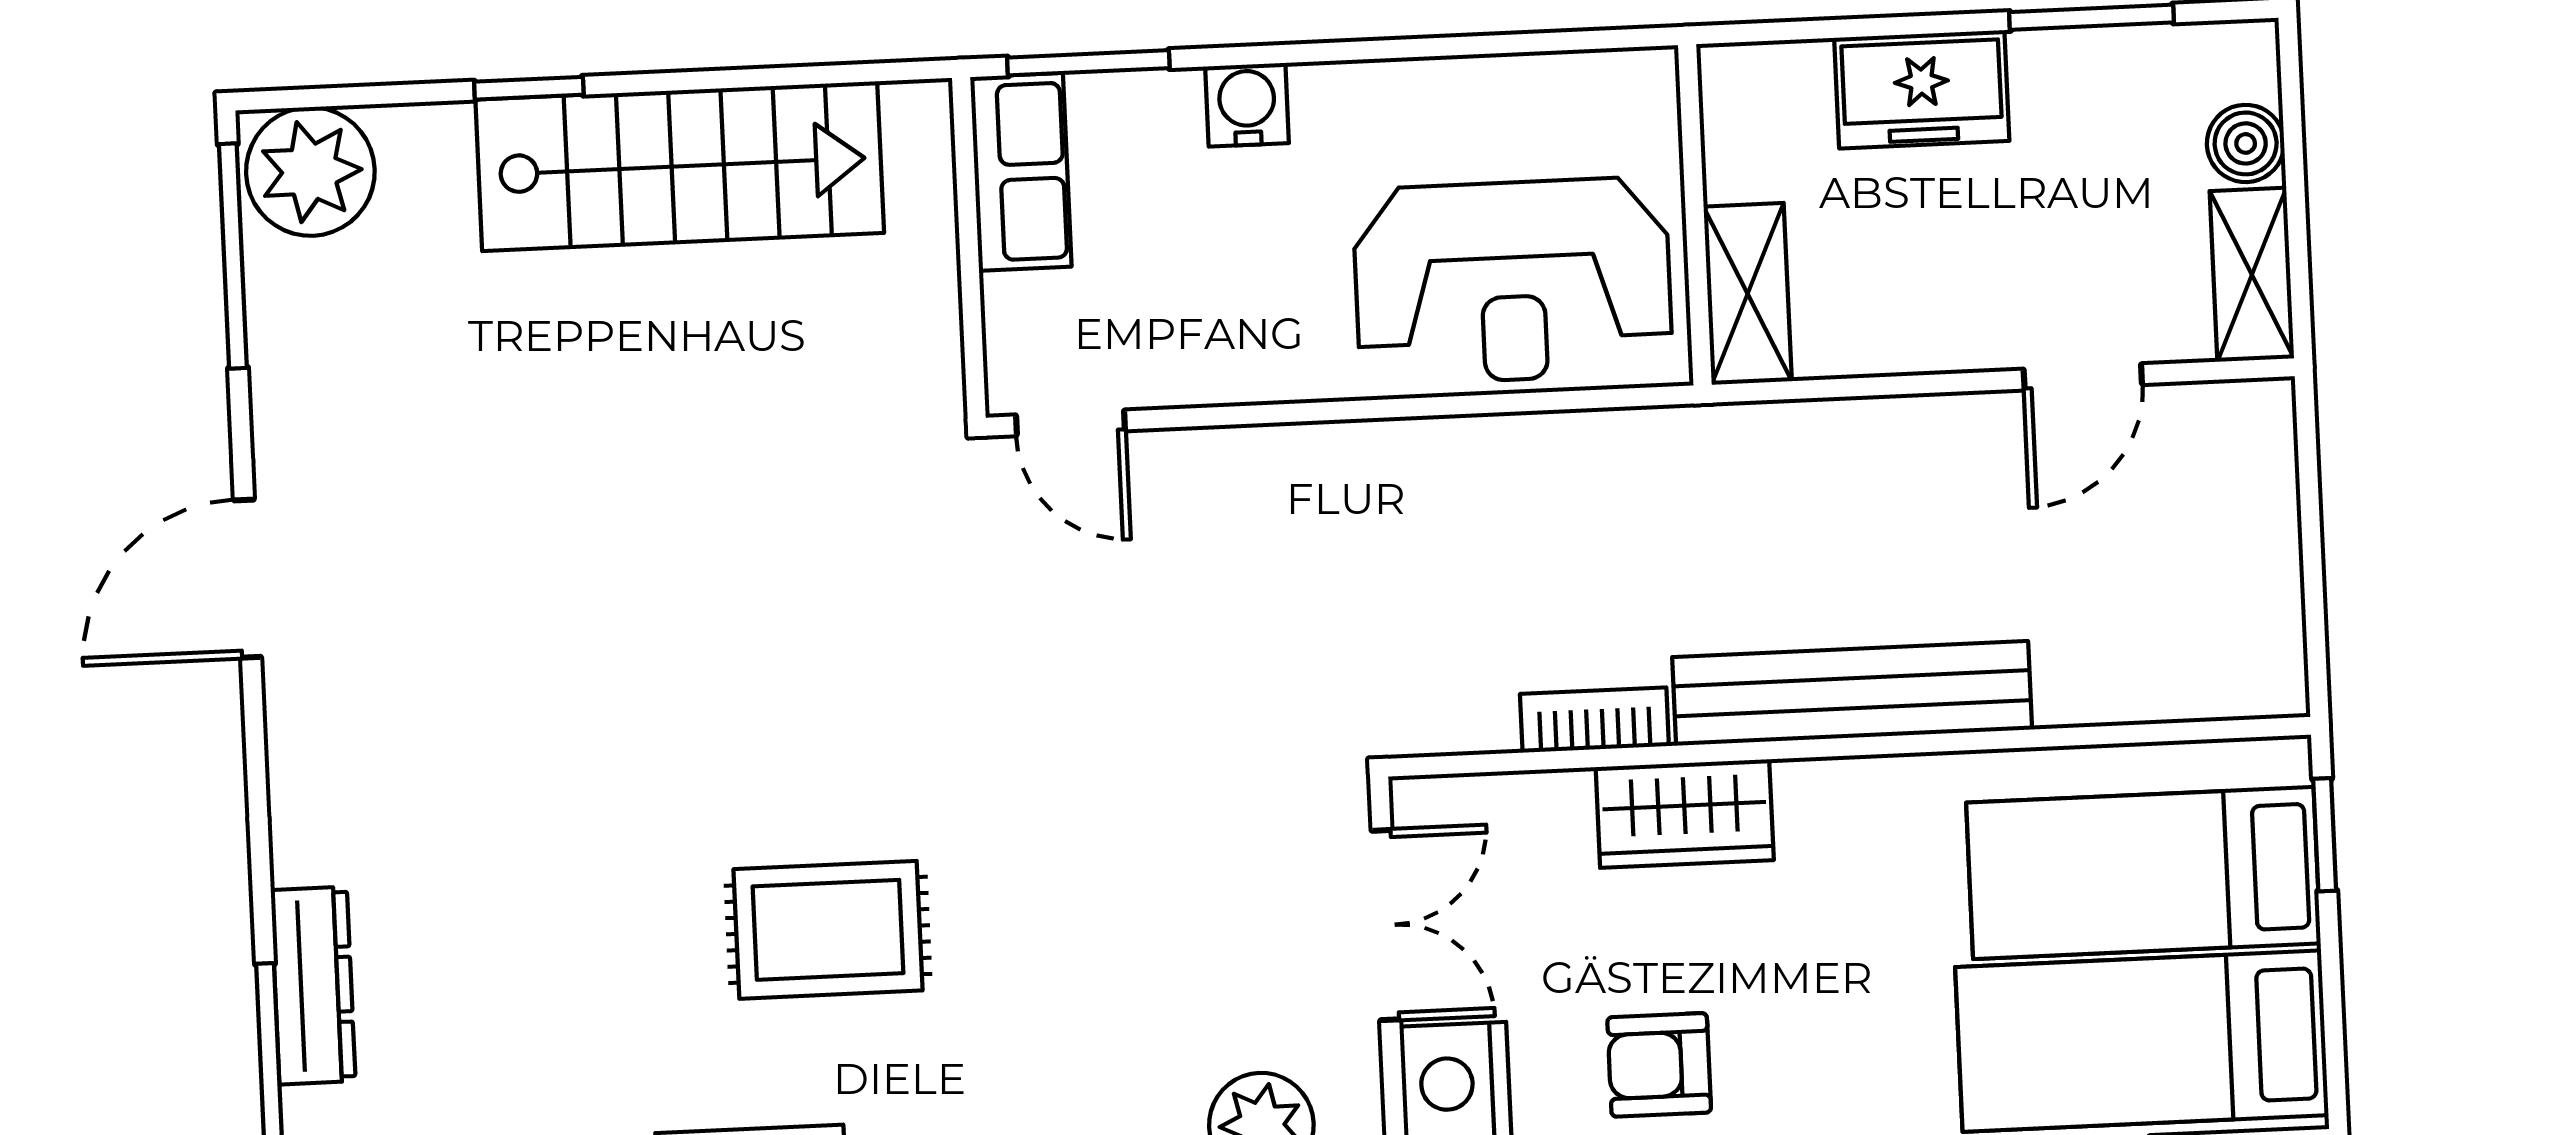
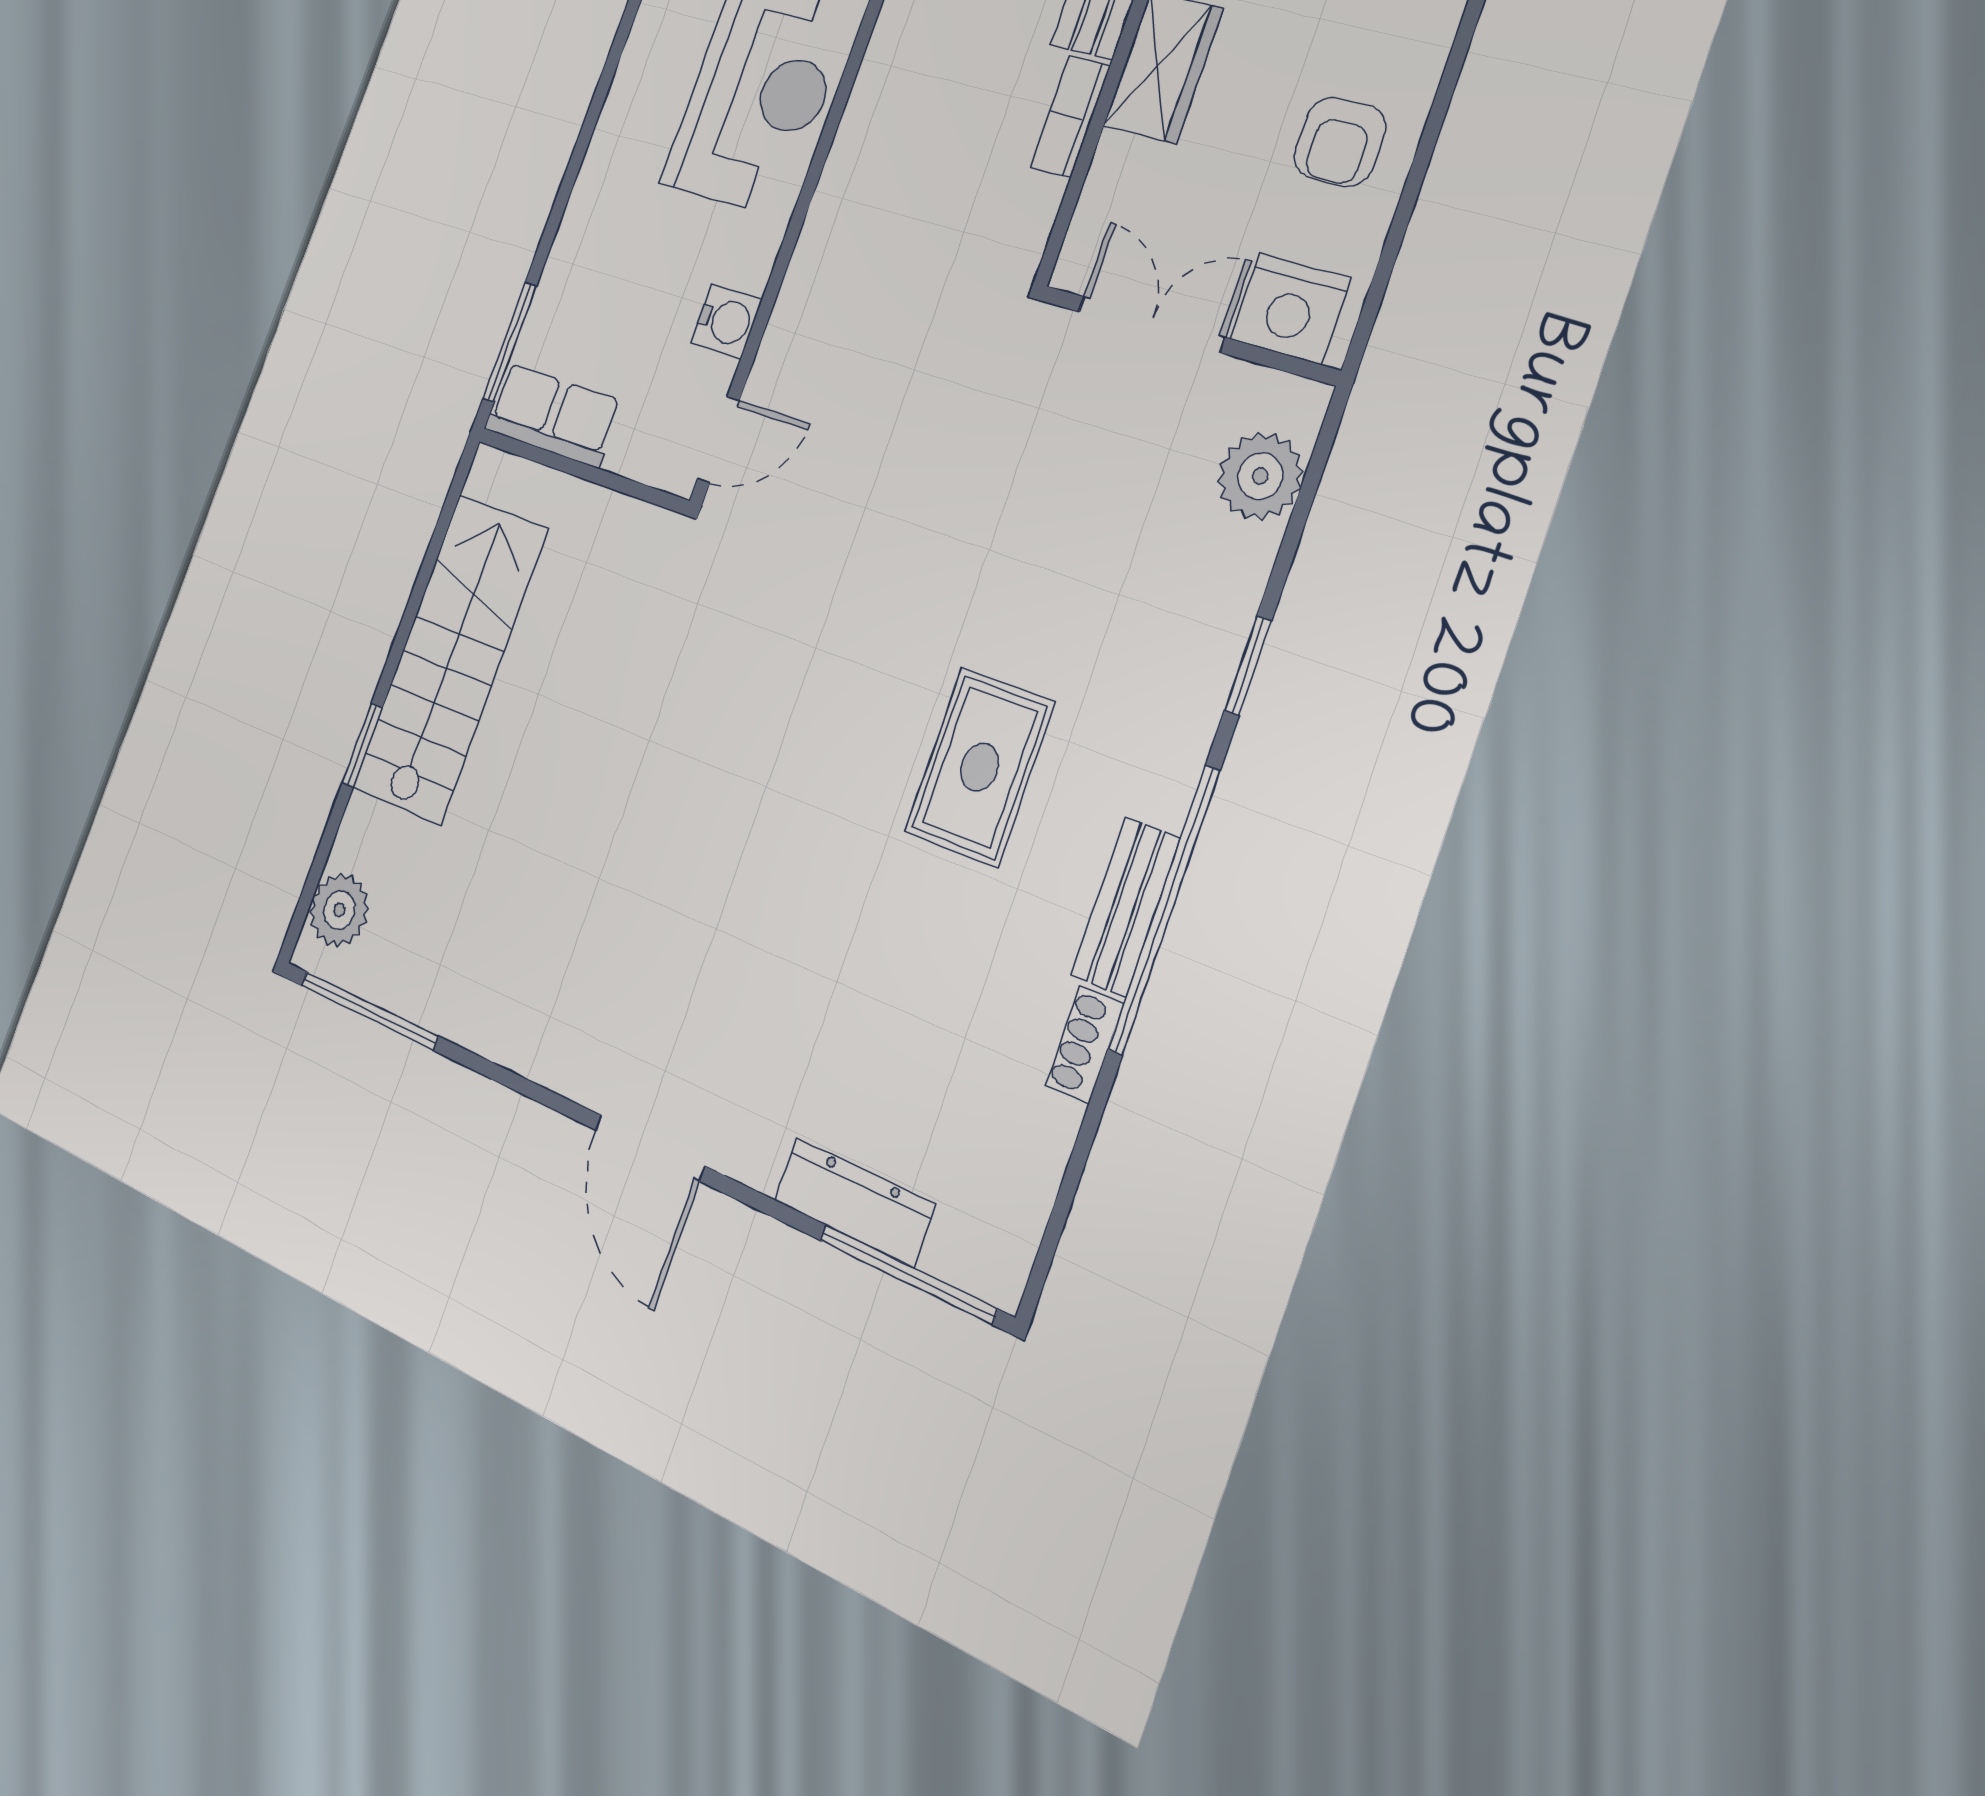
water cooler: (1247, 105) -> (726, 321), moved, turned 180
plant: (310, 172) -> (339, 910), width x0.73, depth x0.73
door: (248, 579) -> (649, 1148), moved

